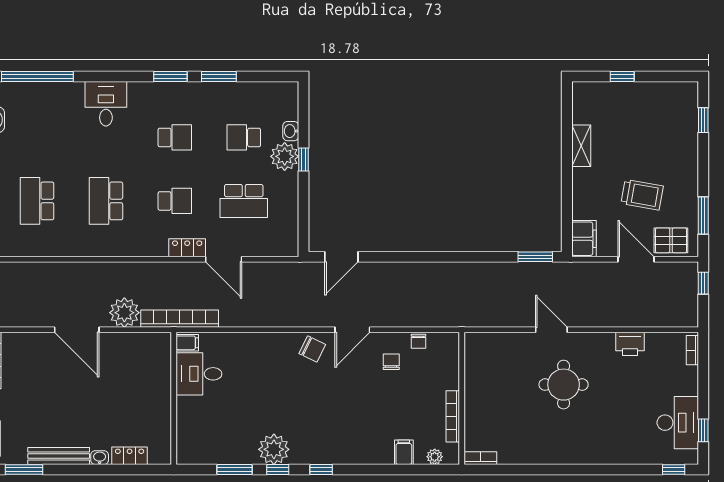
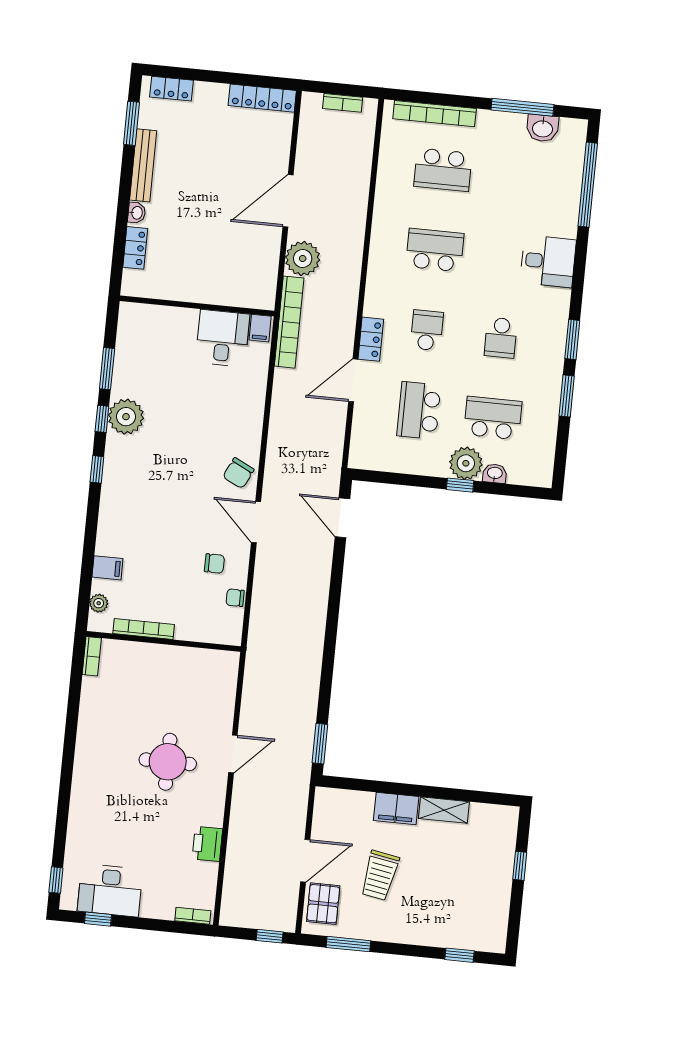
school desk: (244, 137) -> (493, 418), width x1.85
school desk: (37, 201) -> (443, 170), turned 180
school desk: (175, 201) -> (427, 330), turned 180
filing cabinet: (584, 239) -> (396, 809), moved

